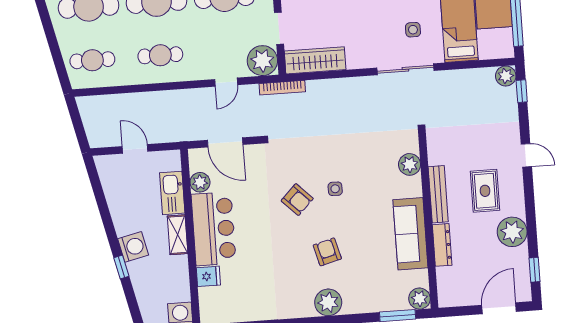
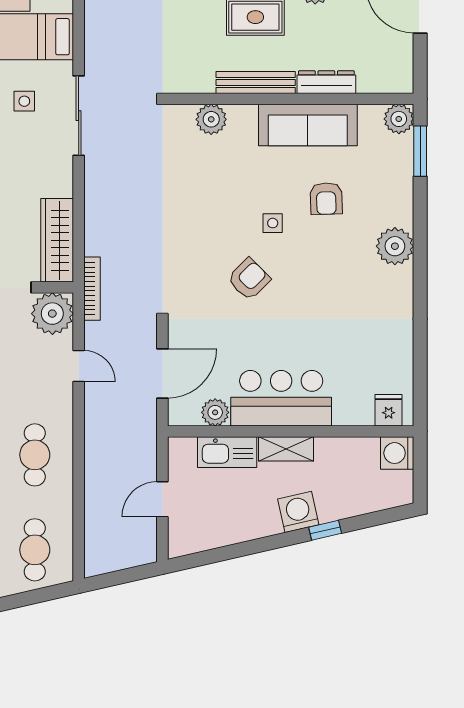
side table: (335, 189) -> (273, 223), moved
armchair: (327, 252) -> (326, 199), moved, turned -77
fridge: (208, 276) -> (389, 410), moved

